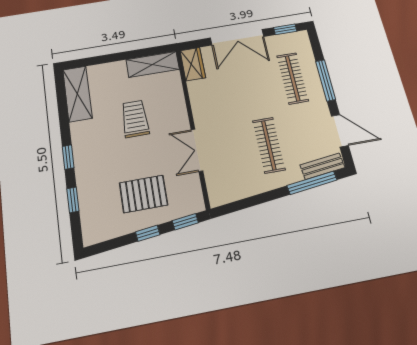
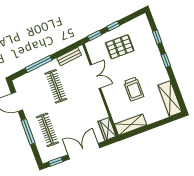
bench: (322, 166) -> (69, 57), moved
window: (312, 183) -> (39, 64), moved

